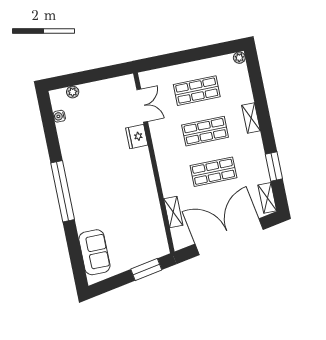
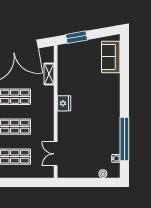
fridge: (137, 137) -> (64, 103), moved
window: (63, 191) -> (124, 139), moved

